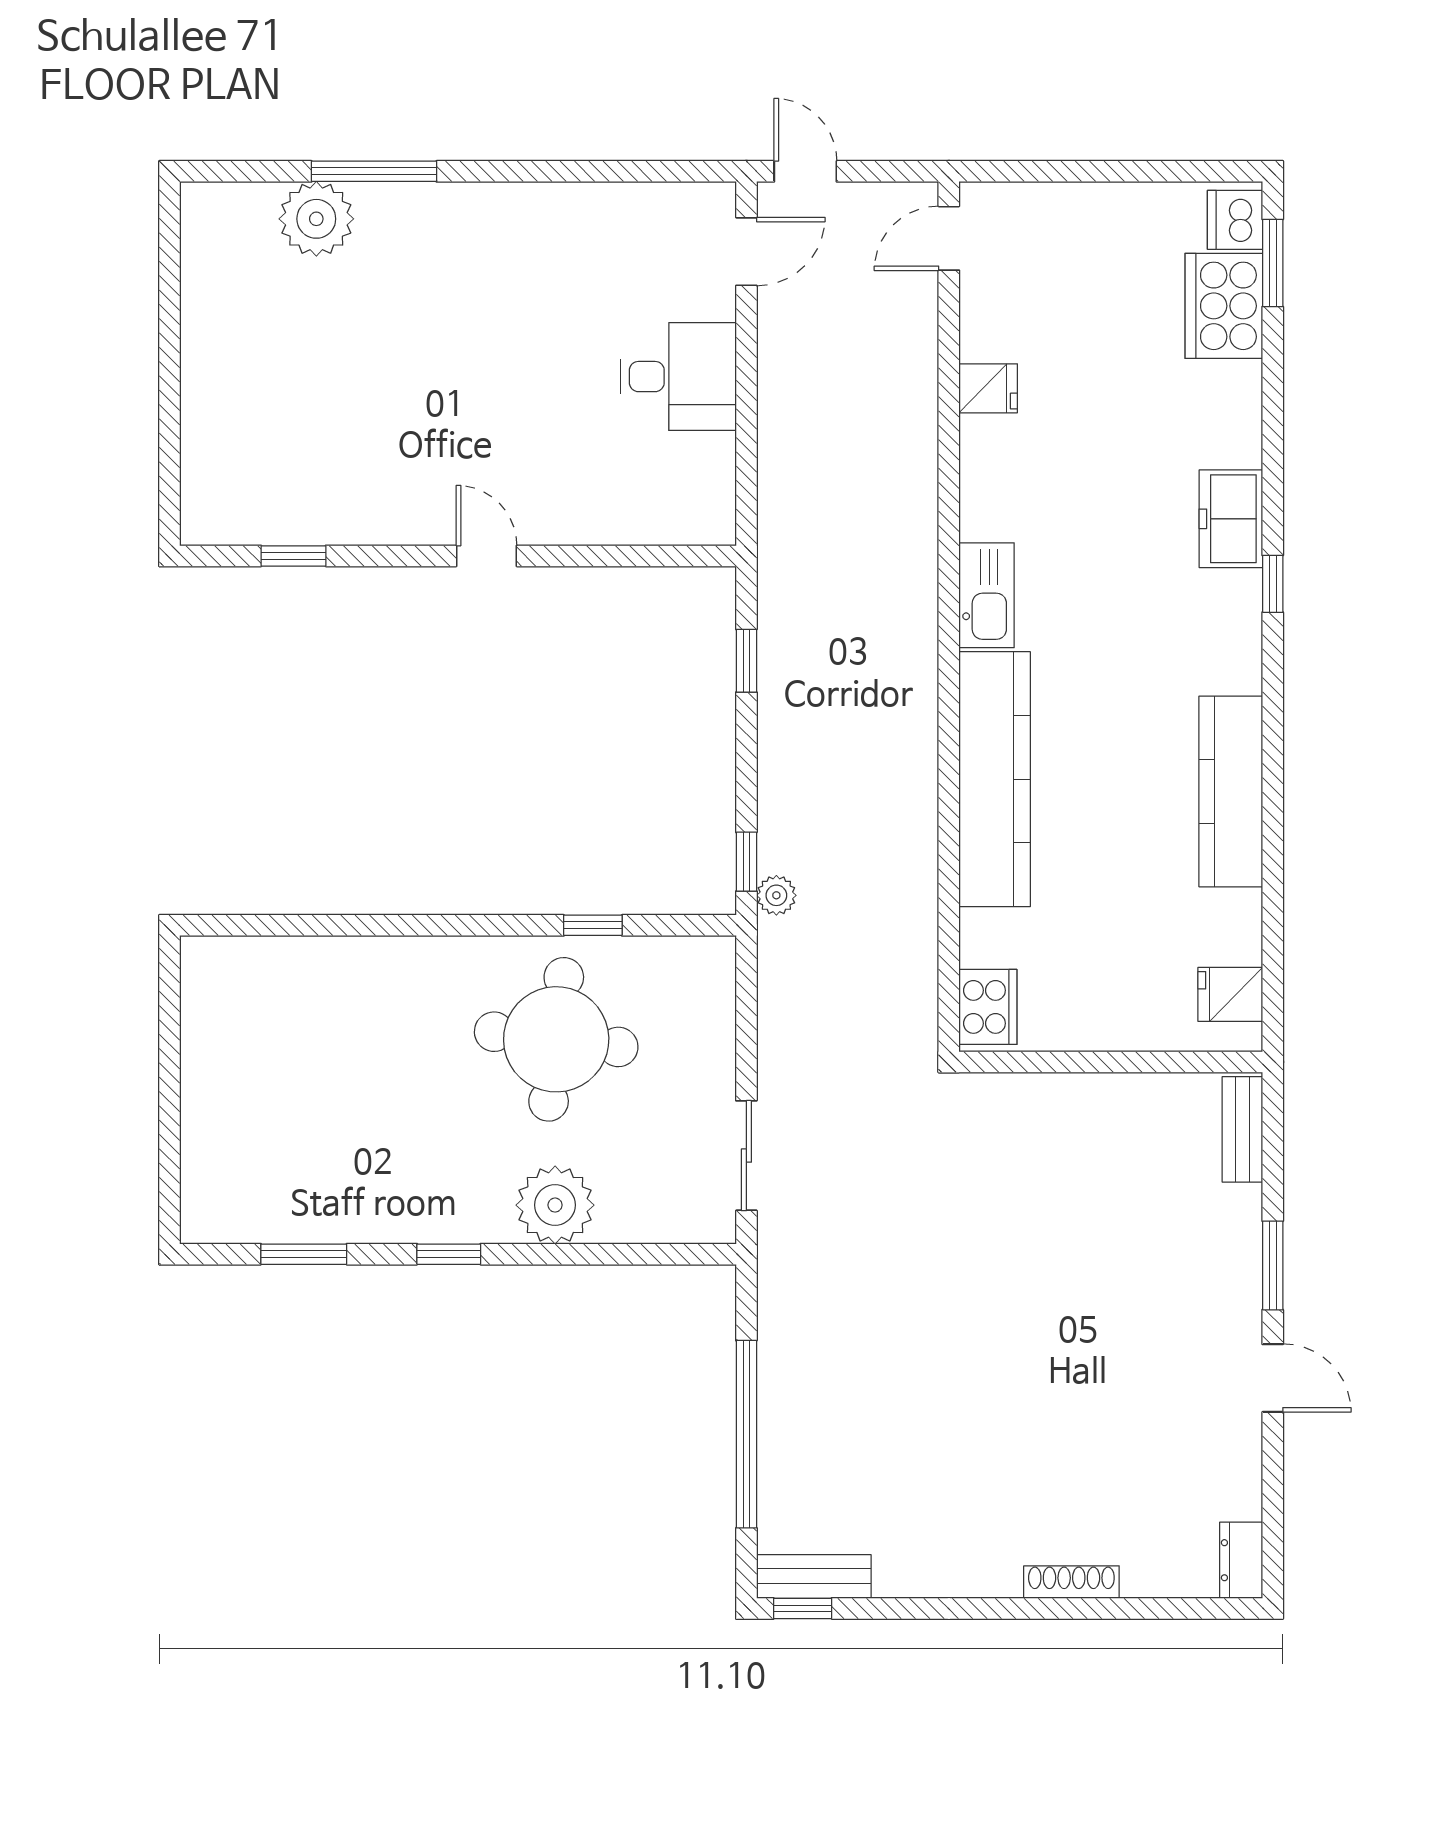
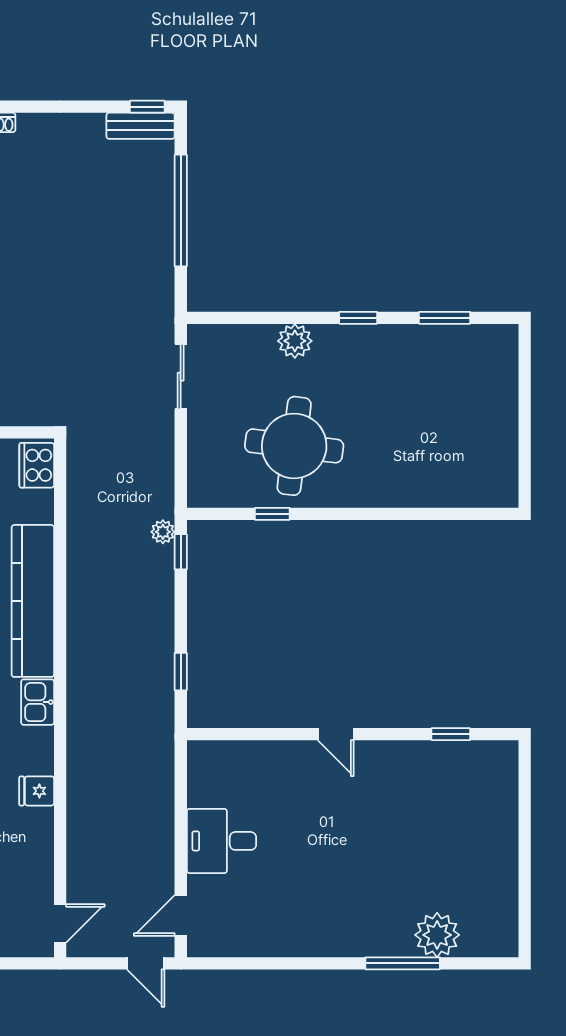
fridge: (988, 388) -> (37, 791), moved
kitchen sink: (987, 595) -> (38, 702), width x0.73
plant: (555, 1205) -> (295, 341), width x0.73, depth x0.73

